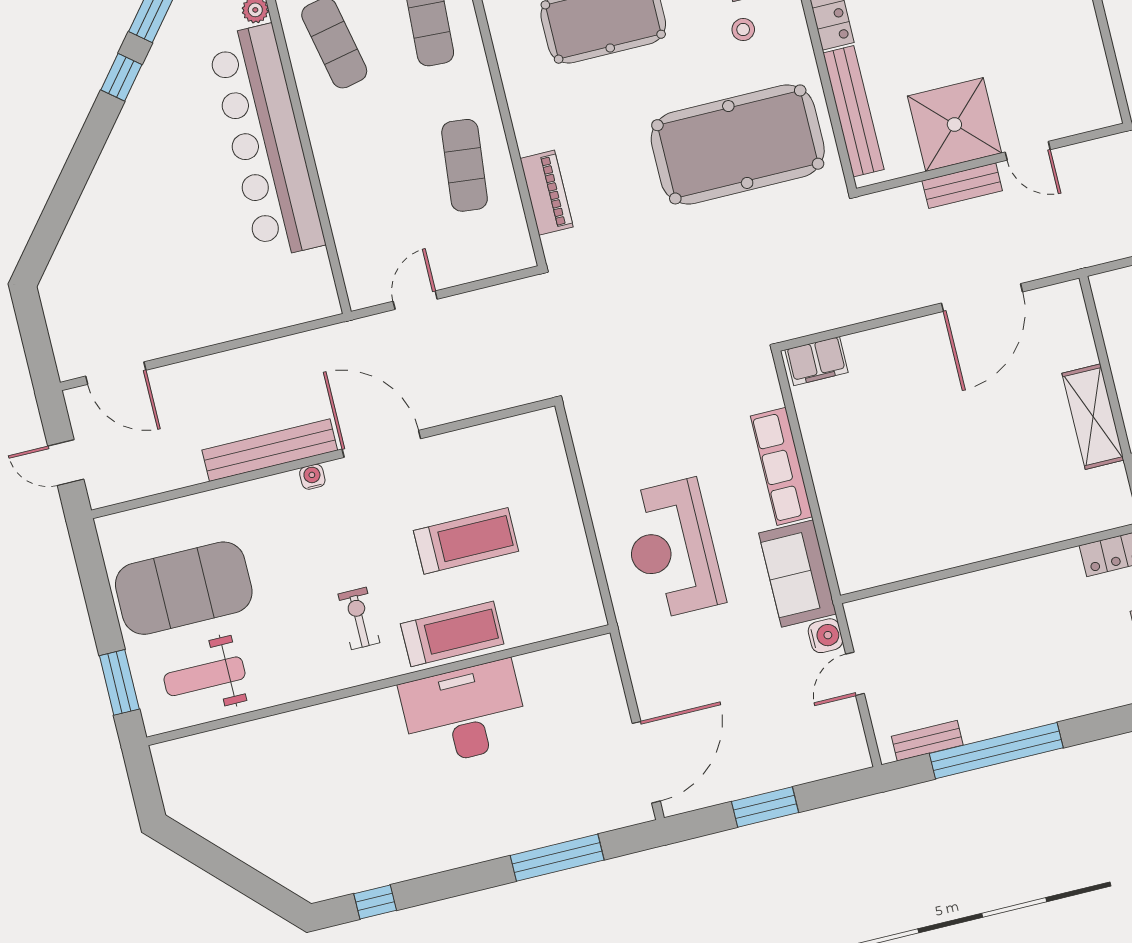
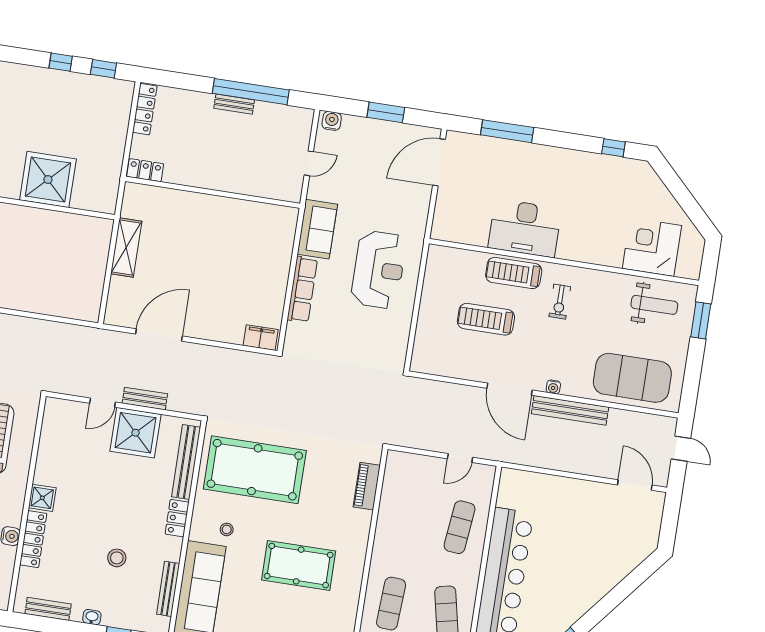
door: (1028, 151) -> (102, 403), swing flipped
exercise mat: (465, 165) -> (460, 527), moved
exercise mat: (184, 588) -> (632, 378), moved
water cooler: (825, 636) -> (332, 121), moved, turned 90
bench: (927, 741) -> (234, 104), moved
corner desk: (247, 768) -> (652, 247), added

